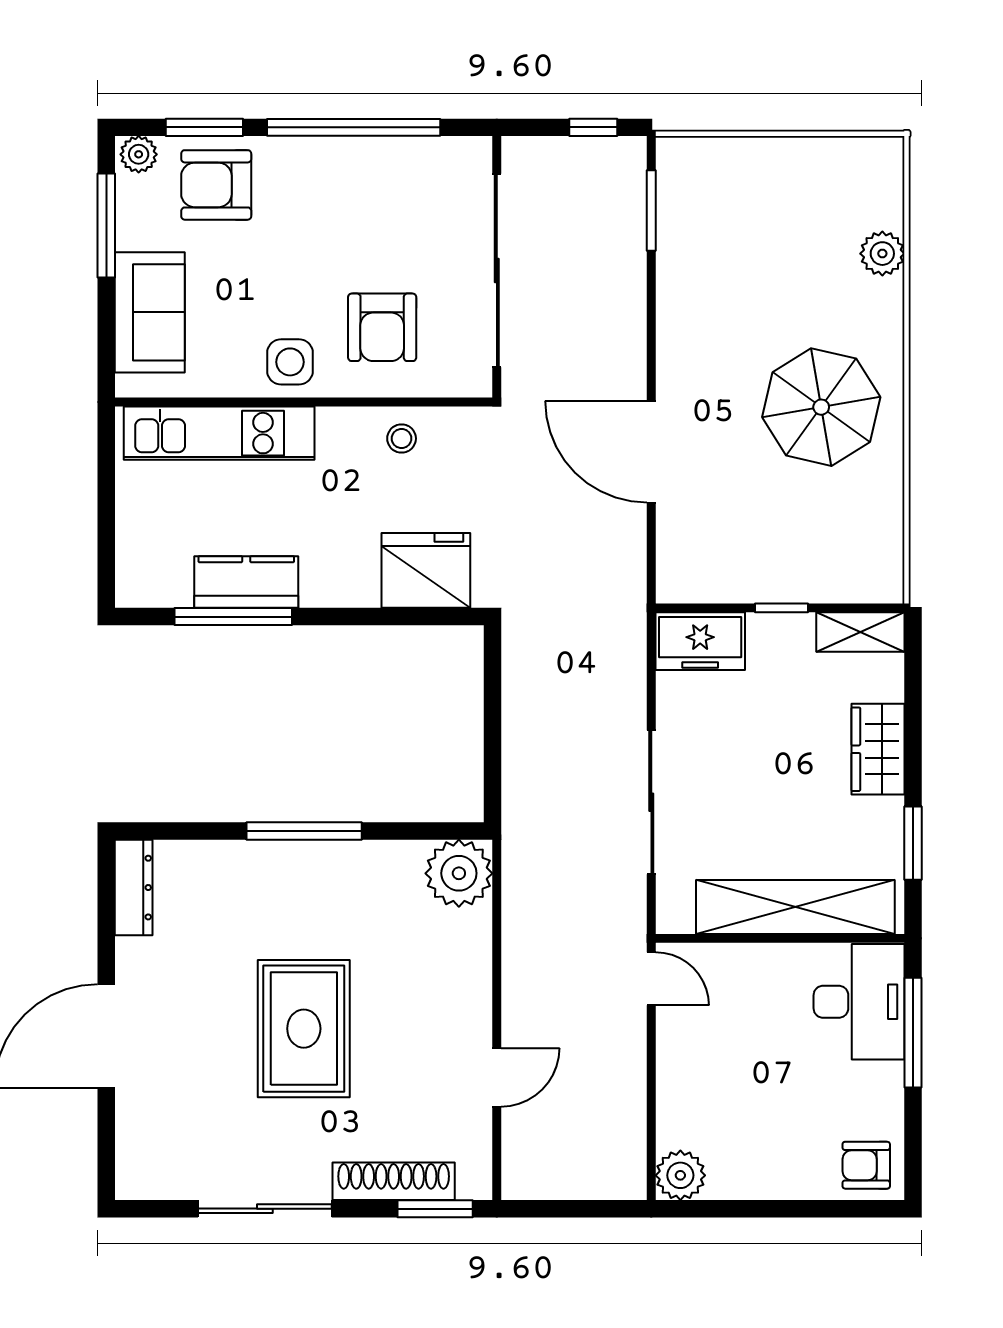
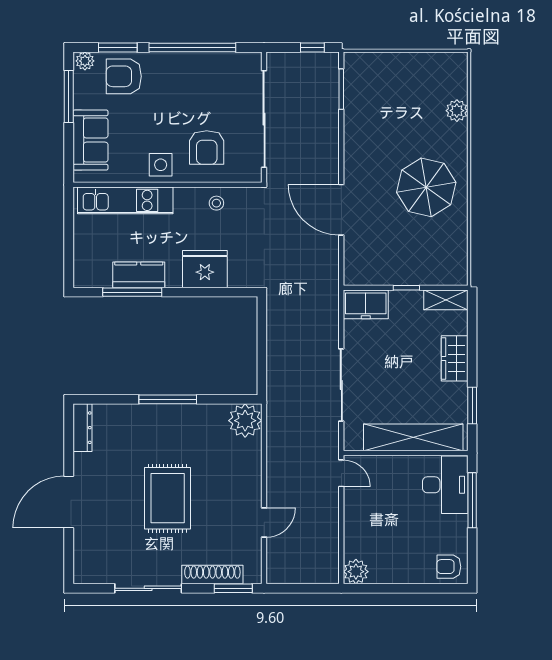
fridge: (426, 570) -> (205, 269), moved

